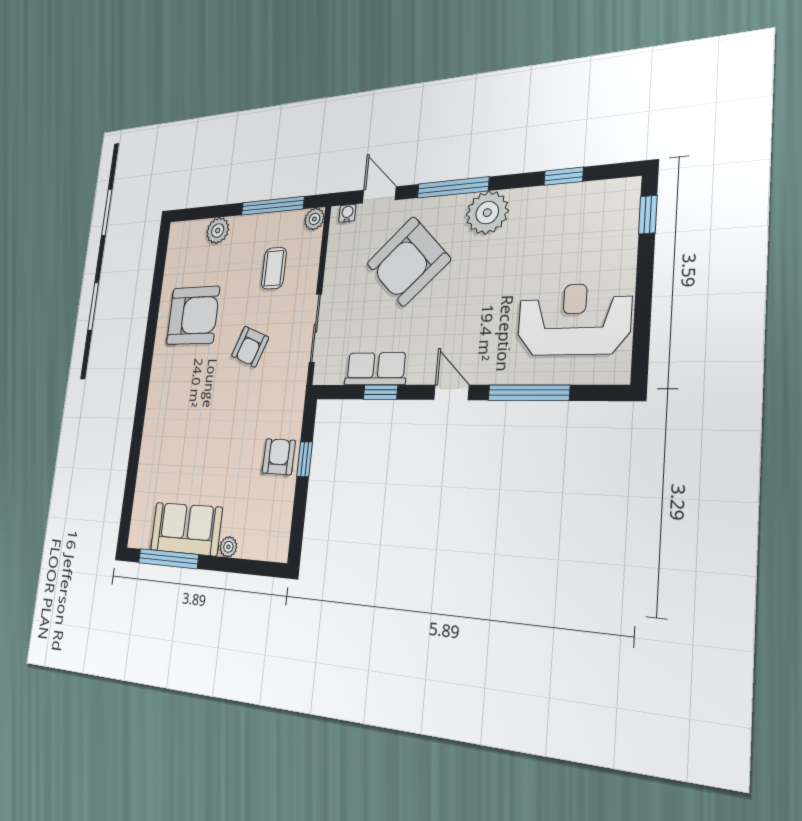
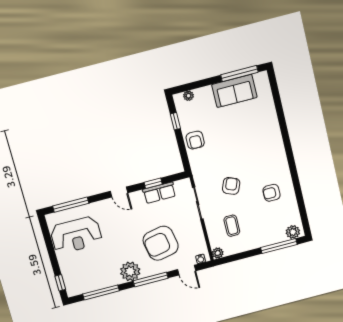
window: (564, 176) -> (101, 292), width x2.17
window: (272, 206) -> (279, 246), moved
plant: (218, 231) -> (293, 232), moved
armchair: (408, 261) -> (161, 243), turned -147
armchair: (193, 315) -> (271, 193), width x0.53, depth x0.53
window: (528, 393) -> (71, 205), moved
window: (305, 459) -> (175, 121), moved
plant: (228, 547) -> (188, 96), moved

